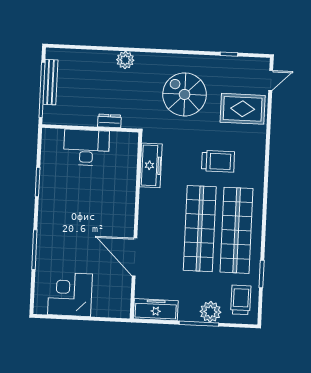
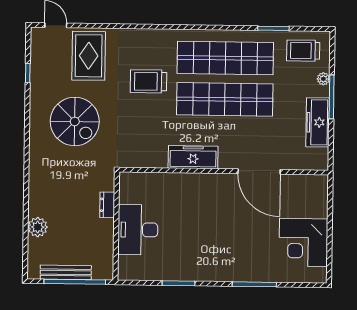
plant: (125, 60) -> (38, 227), moved
spiral stairs: (185, 94) -> (75, 121), turned -90
trolley: (218, 161) -> (148, 81), turned -90
freezer: (151, 165) -> (193, 157), moved
door: (135, 257) -> (259, 172), hinge flipped
freezer: (156, 310) -> (318, 122), moved
plant: (210, 312) -> (323, 79), width x0.53, depth x0.53

